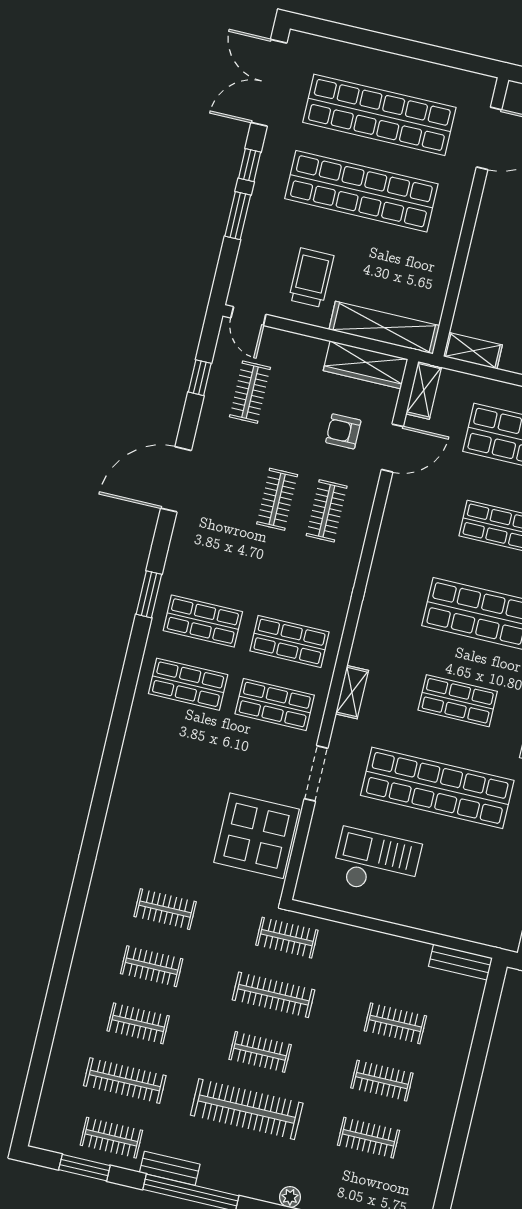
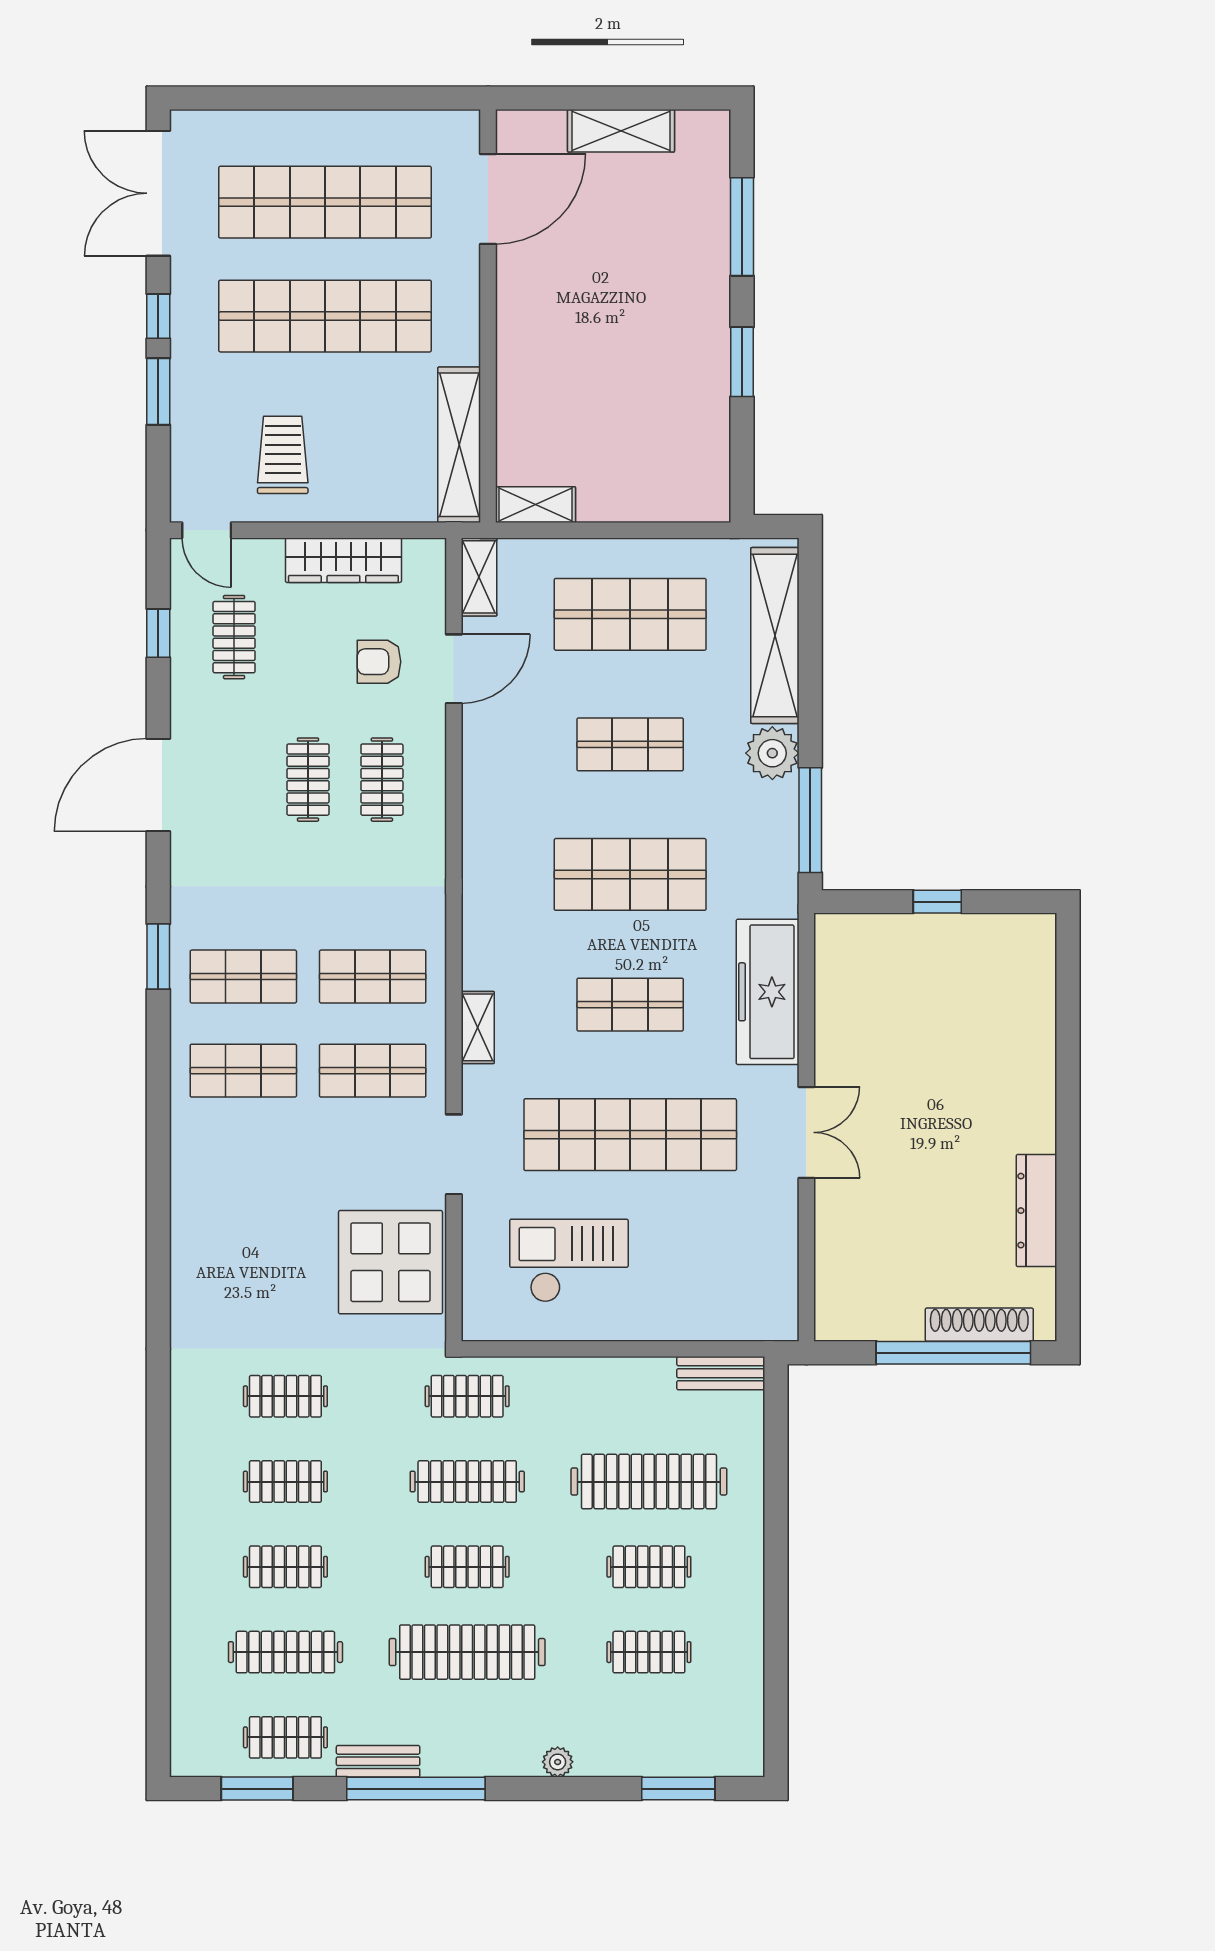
shelving: (384, 328) -> (459, 445), moved, turned 90
wardrobe: (366, 365) -> (343, 560), moved
clothes rail: (395, 1023) -> (649, 1482), width x1.86, depth x1.31

